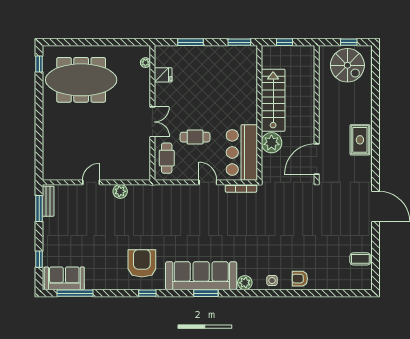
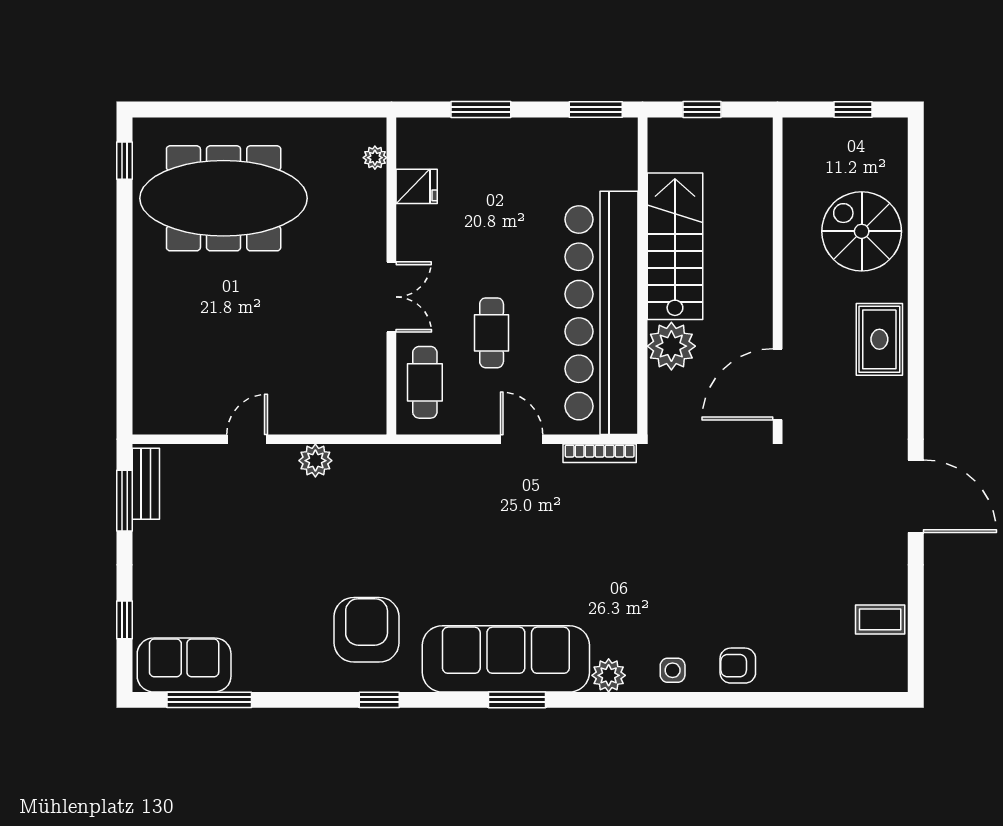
spiral stairs: (347, 65) -> (862, 231), moved, turned 180
cafe table: (195, 137) -> (492, 333), turned 90
bar counter: (242, 152) -> (601, 313), width x1.86

